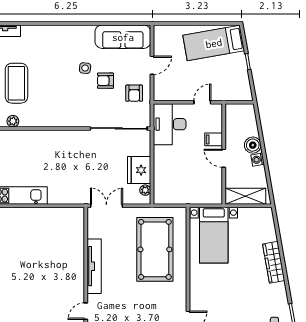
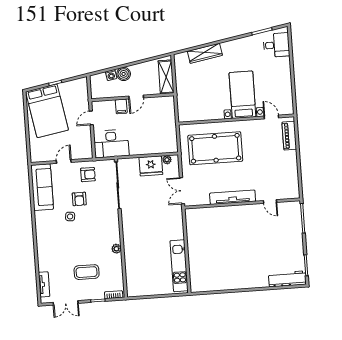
bed: (214, 43) -> (47, 111), width x1.50
door: (152, 65) -> (64, 162), hinge flipped
coffee table: (16, 83) -> (87, 272), width x0.73, depth x0.76
door: (202, 102) -> (91, 118), hinge flipped
plant: (13, 121) -> (116, 249), moved
washing machine: (258, 160) -> (111, 75), moved
bed with nightstands: (214, 235) -> (242, 95), moved, turned -90
wardrobe: (274, 262) -> (205, 53), moved

